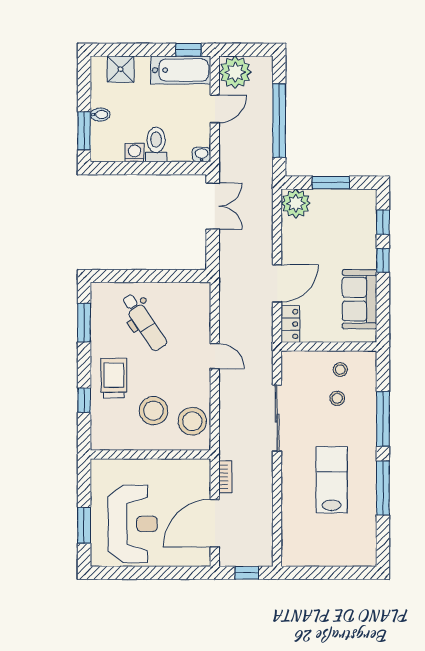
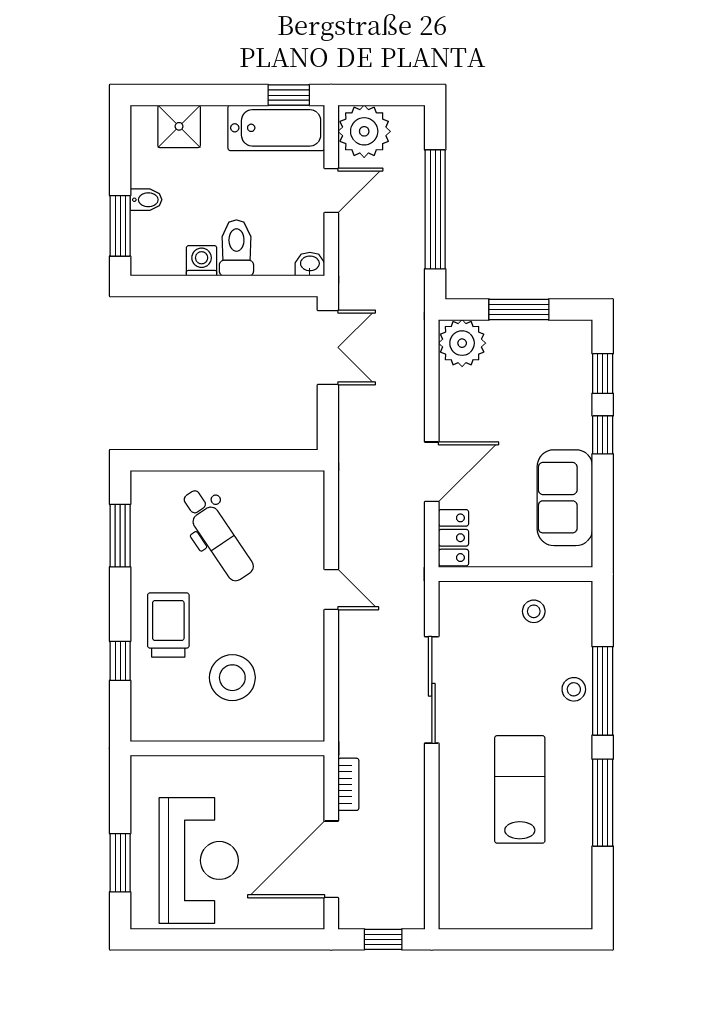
stool: (337, 398) -> (574, 689), moved
stool: (192, 421) -> (295, 695), removed

